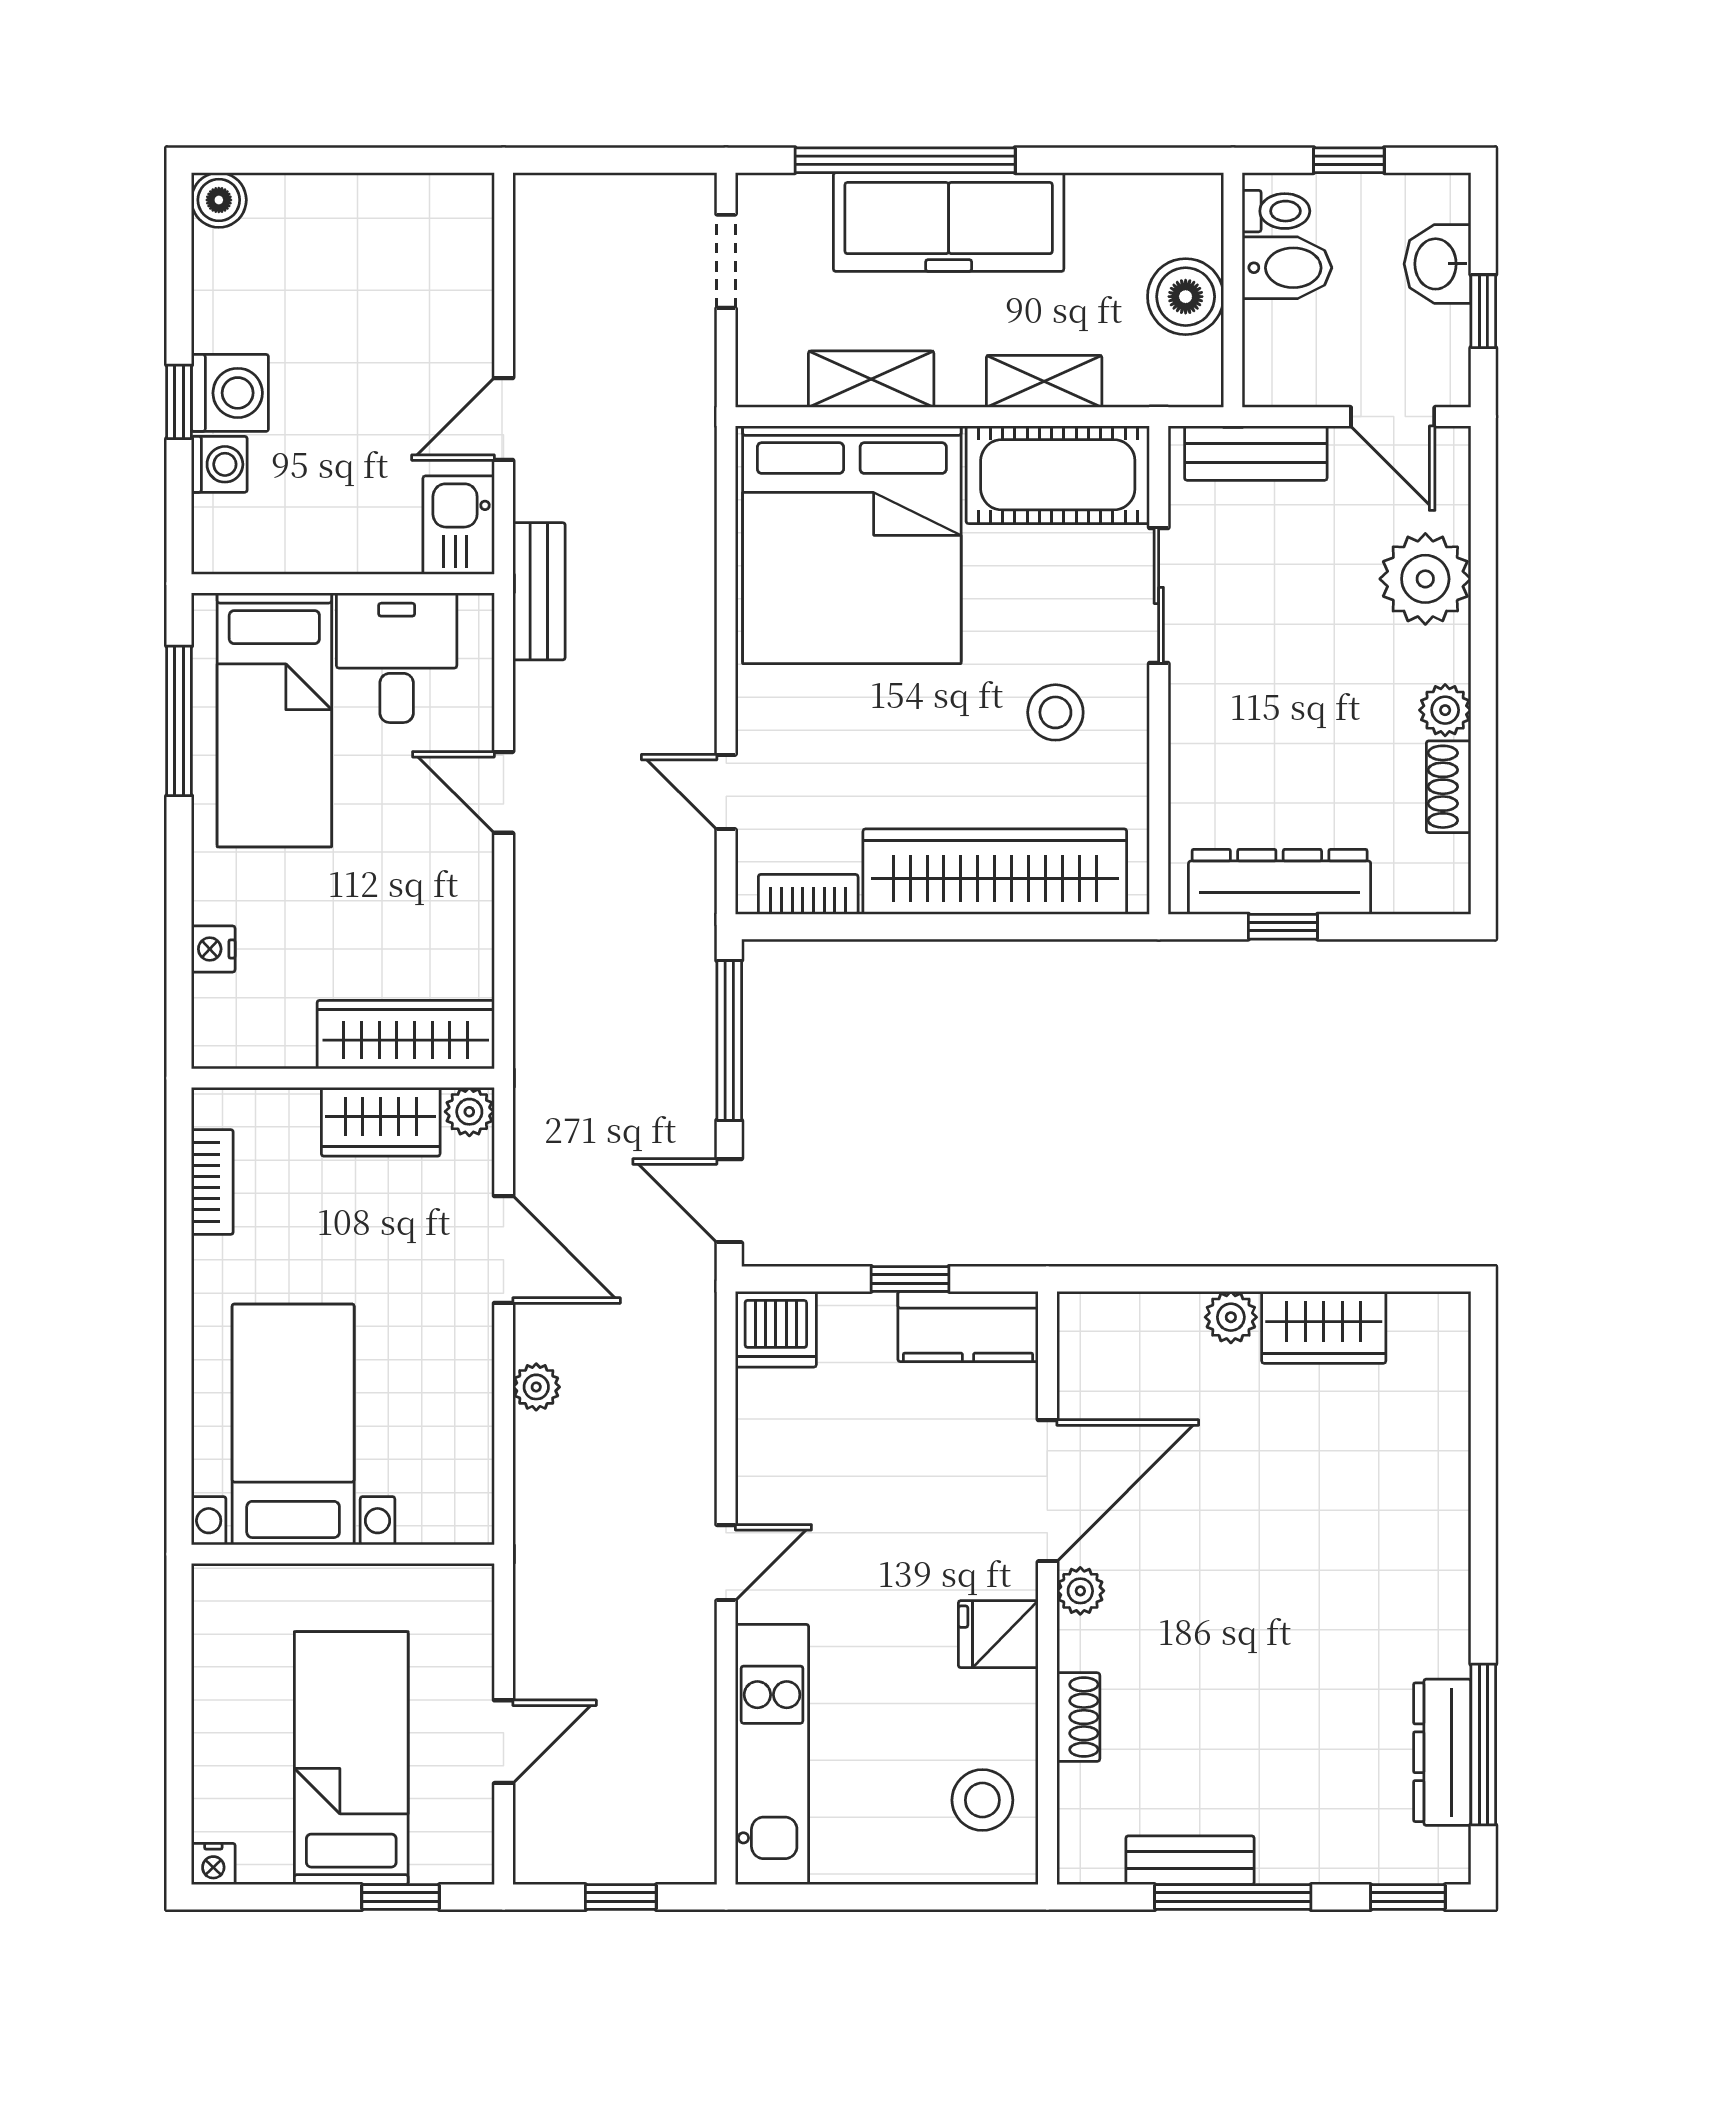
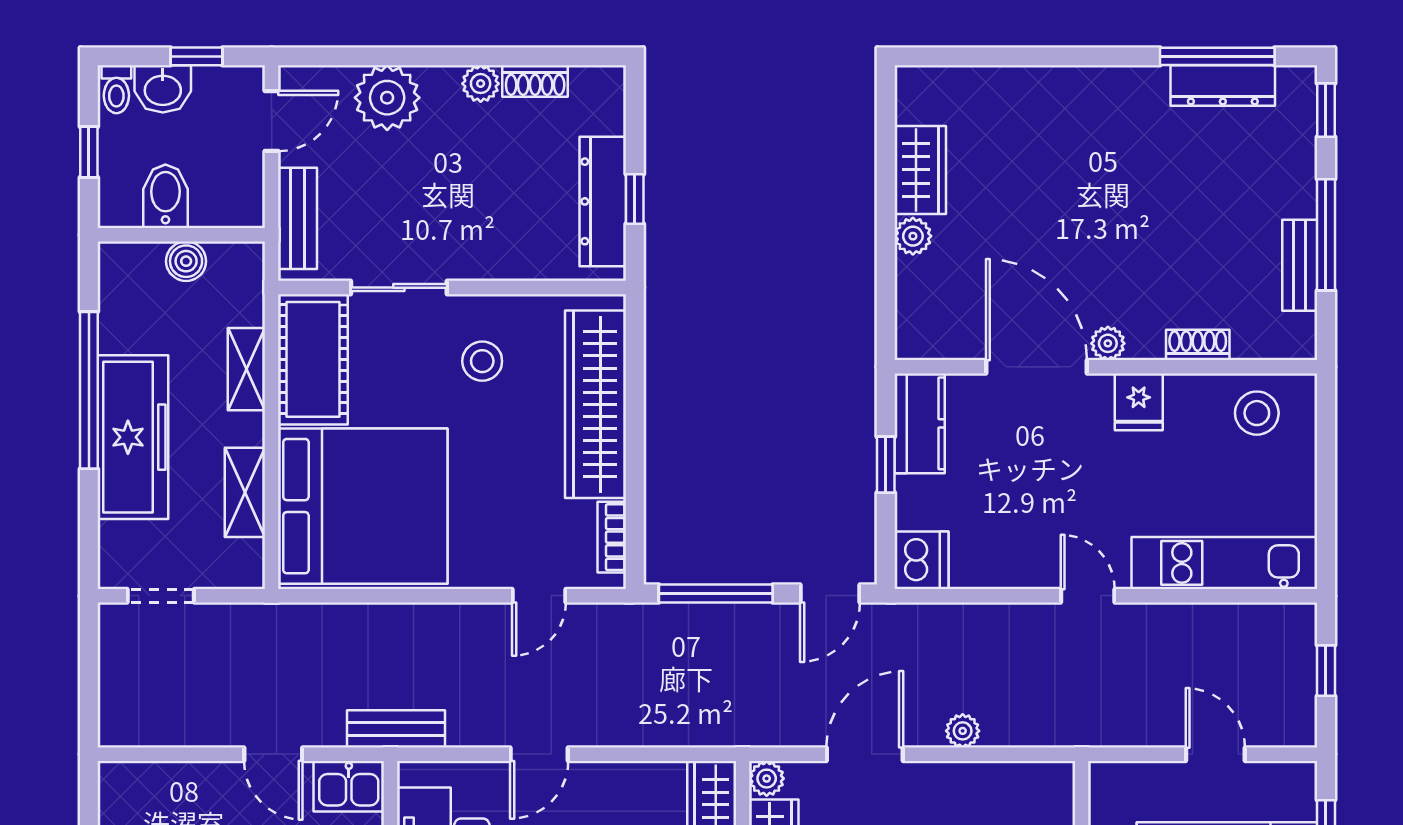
window: (905, 160) -> (89, 390), moved
toilet: (1276, 211) -> (116, 89), moved, turned 180
boiler: (1186, 297) -> (186, 261), width x0.73, depth x0.73

